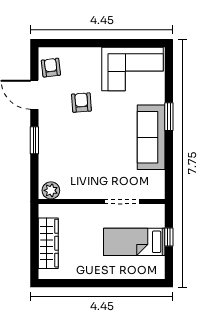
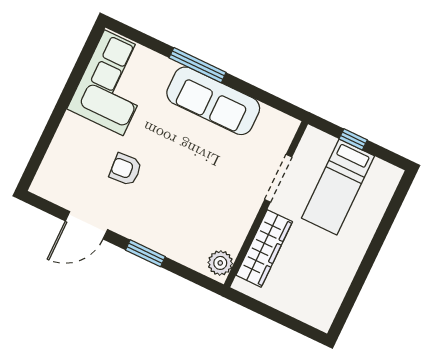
armchair: (51, 68) -> (62, 187), removed
window: (169, 117) -> (198, 65), width x1.44
wardrobe: (48, 243) -> (264, 248), moved, turned 90

